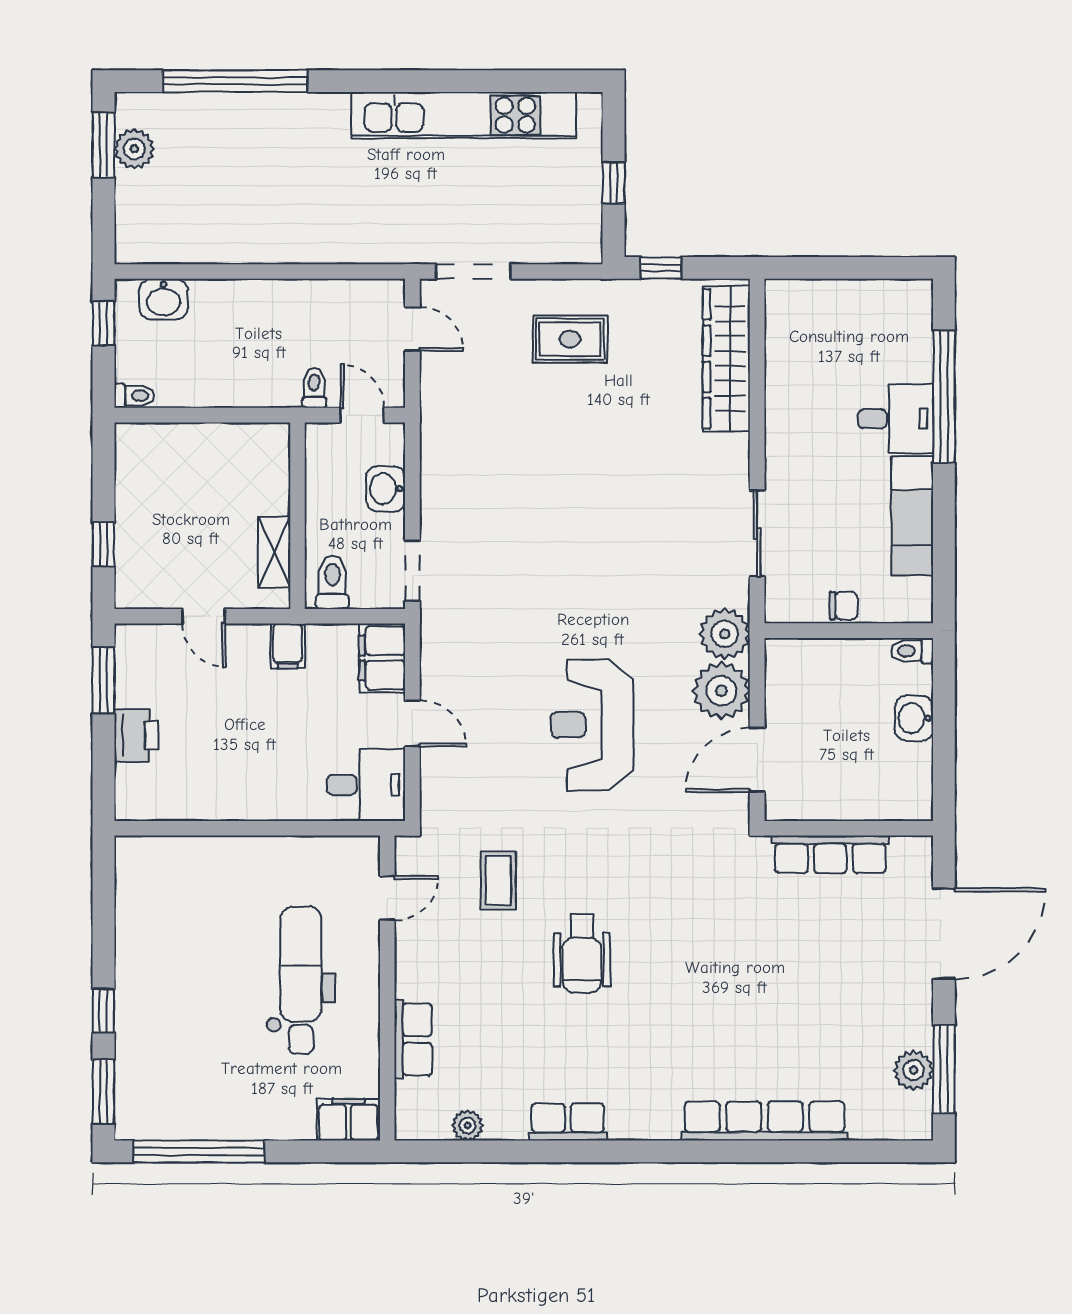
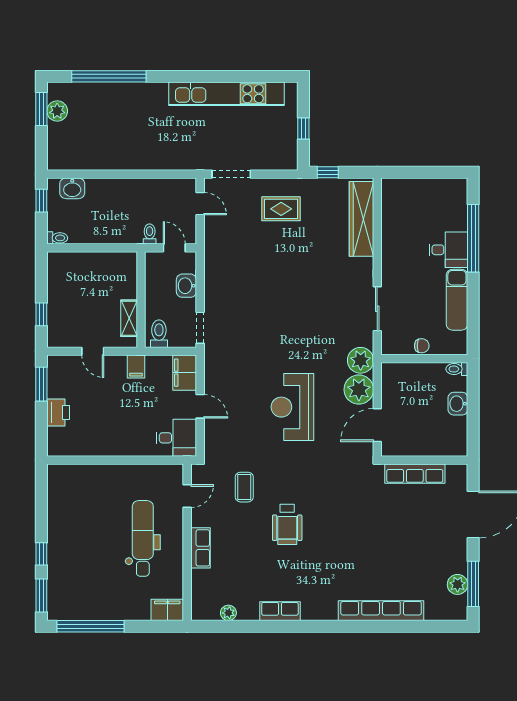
row of seats: (413, 1039) -> (200, 548), moved

